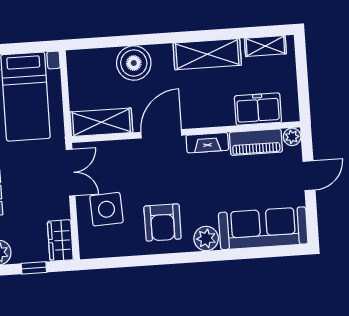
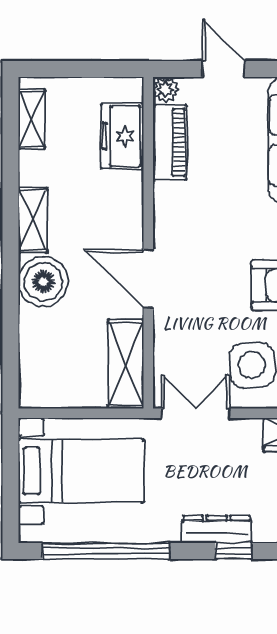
shelving: (207, 54) -> (33, 220), width x0.67, depth x0.75
boiler: (134, 63) -> (43, 282), moved
fireplace: (207, 143) -> (166, 213), removed

